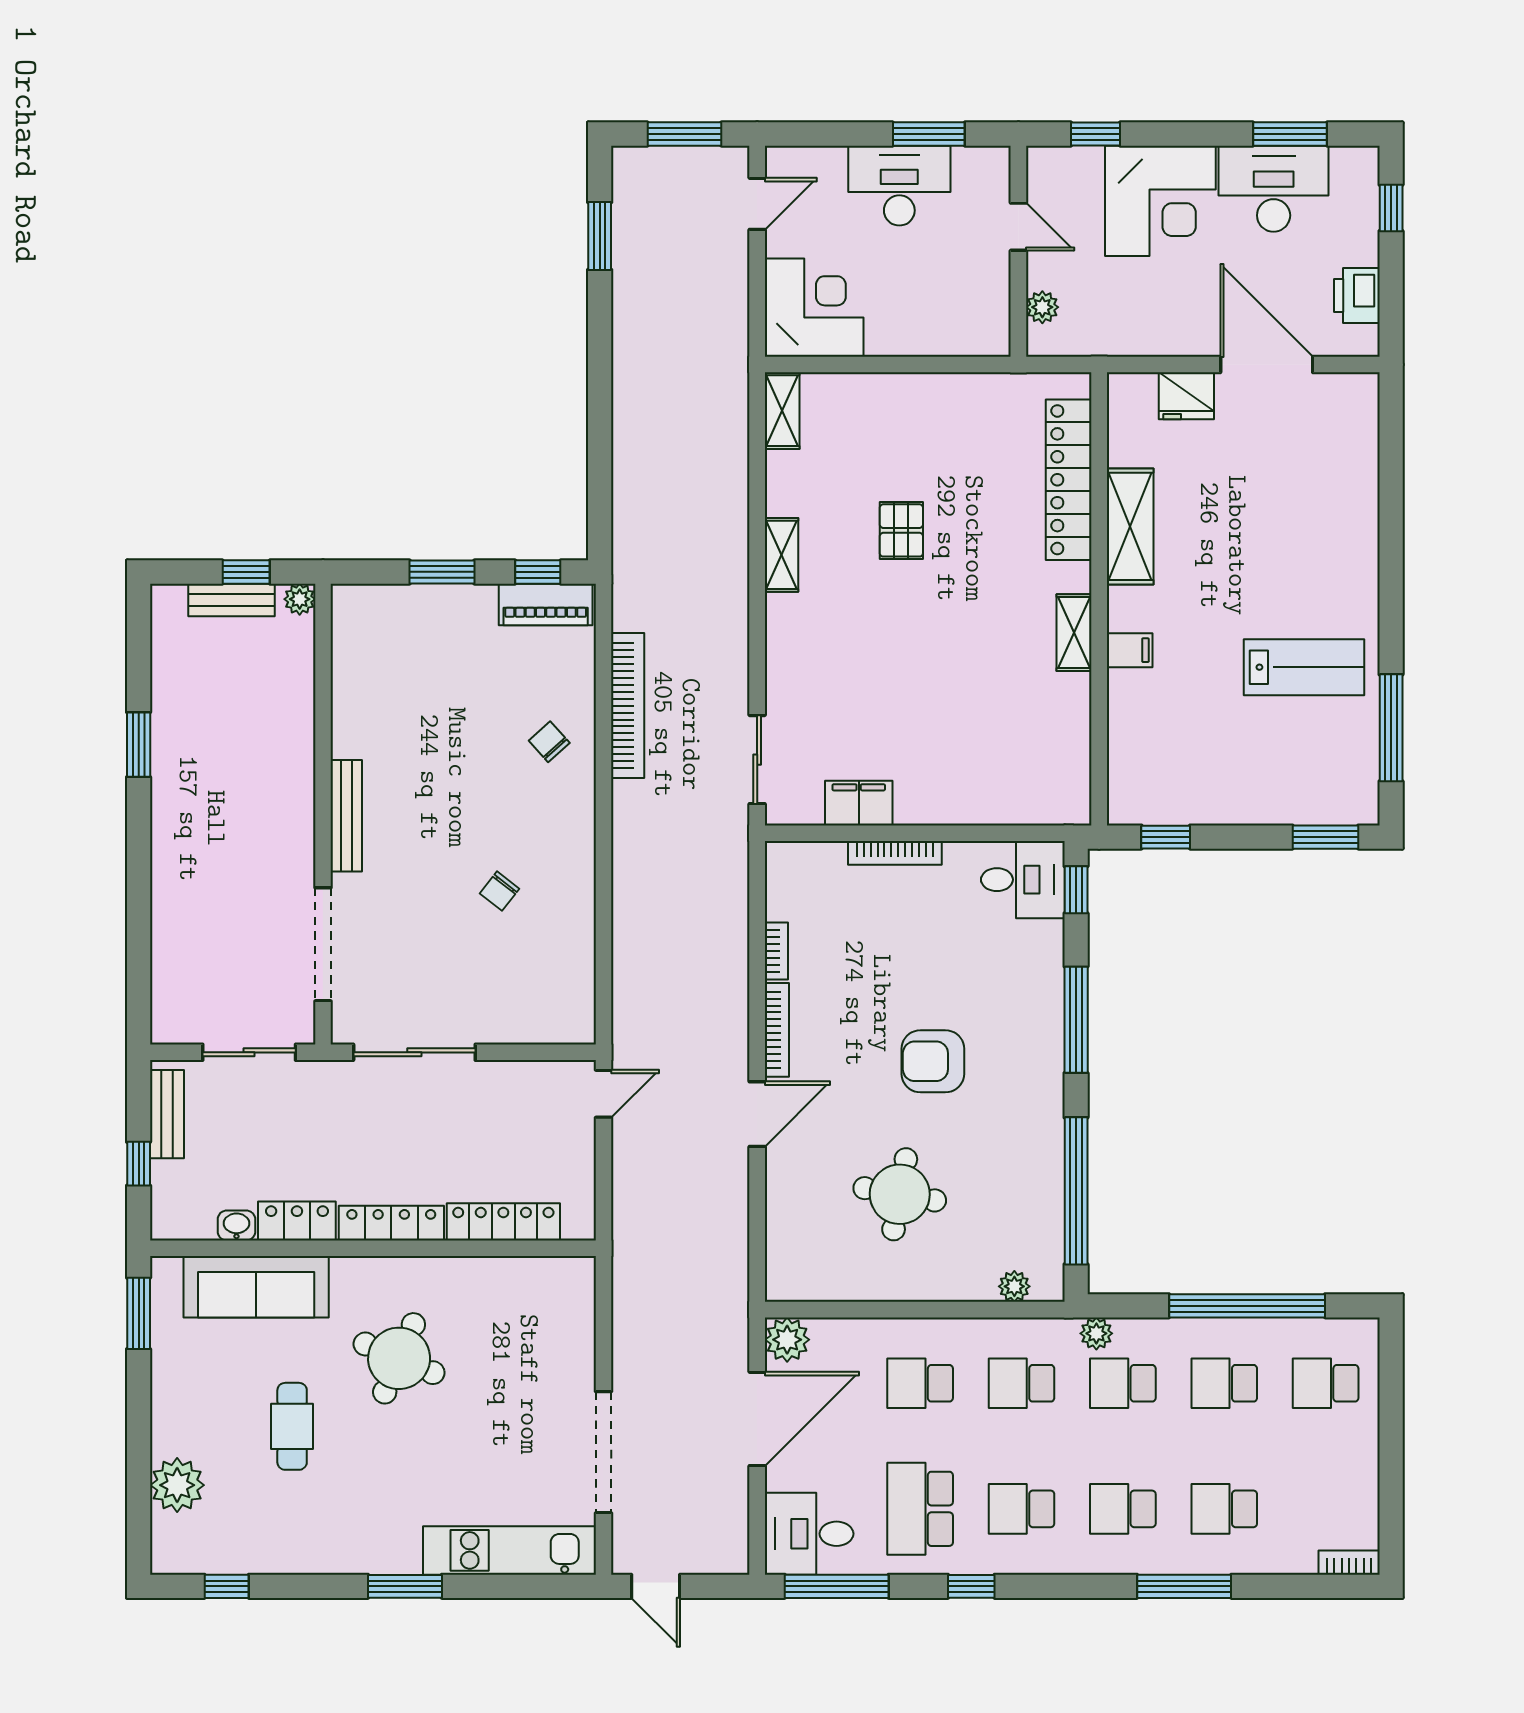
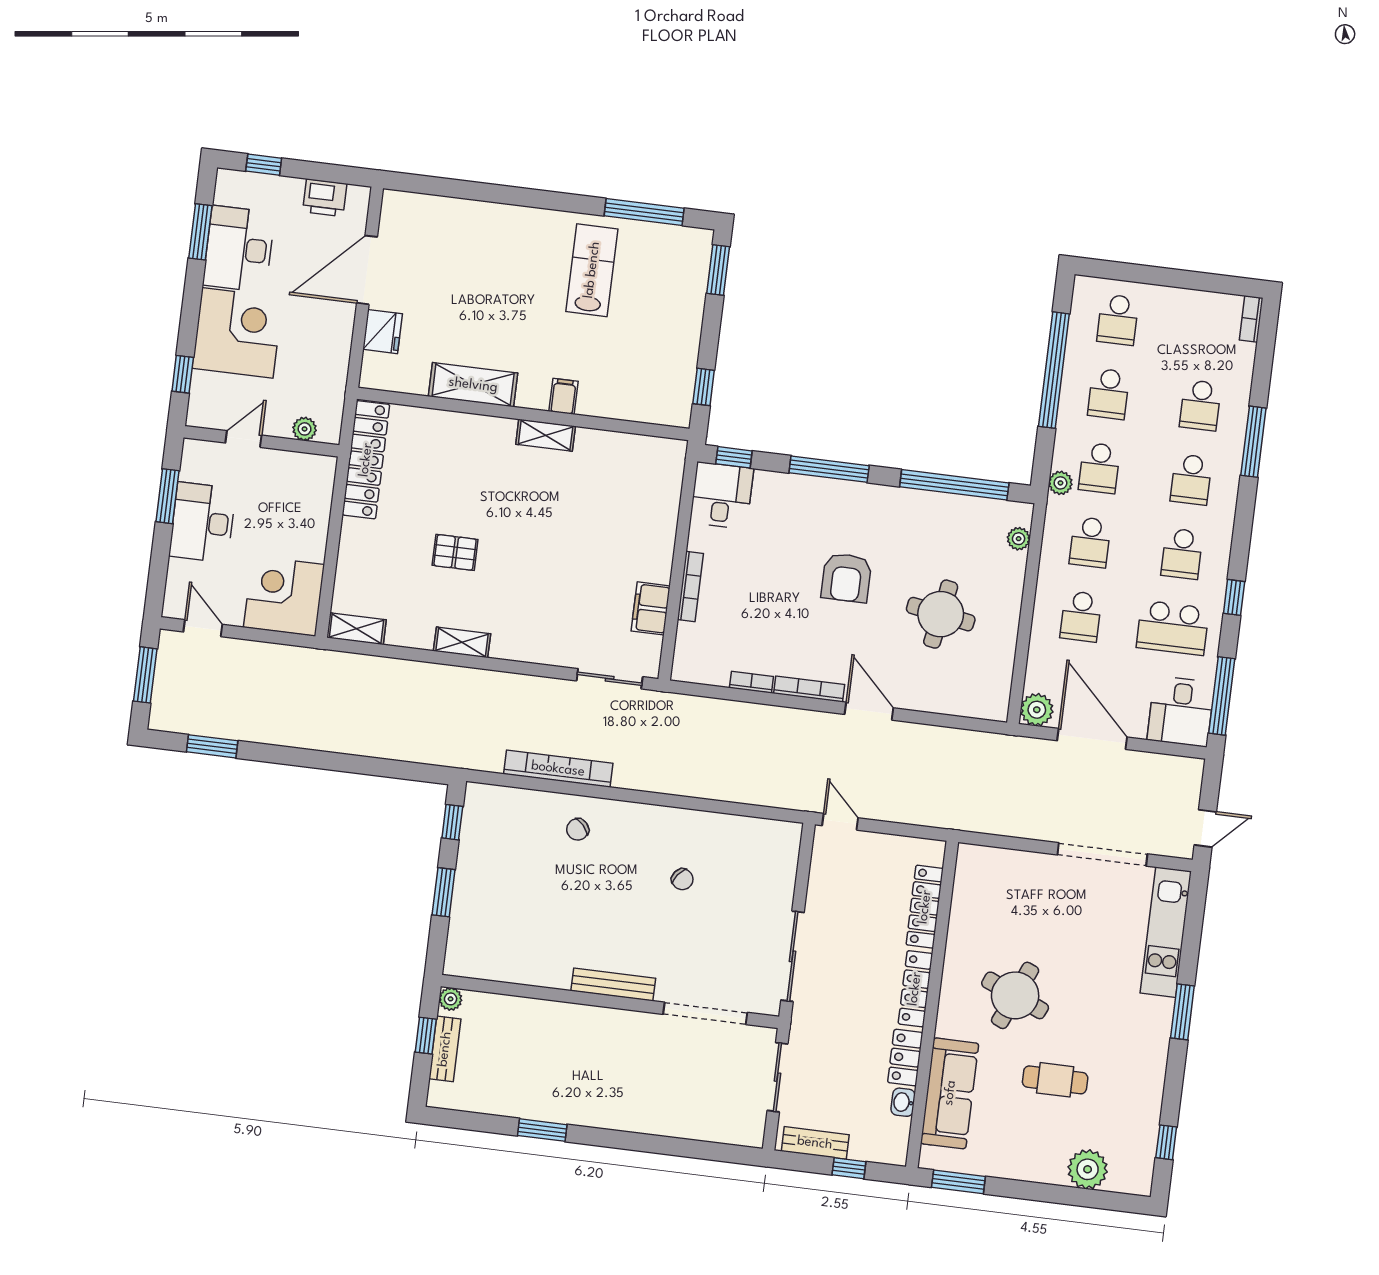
locker: (1069, 480) -> (366, 460), moved, turned -90
piano: (546, 604) -> (477, 819), removed

